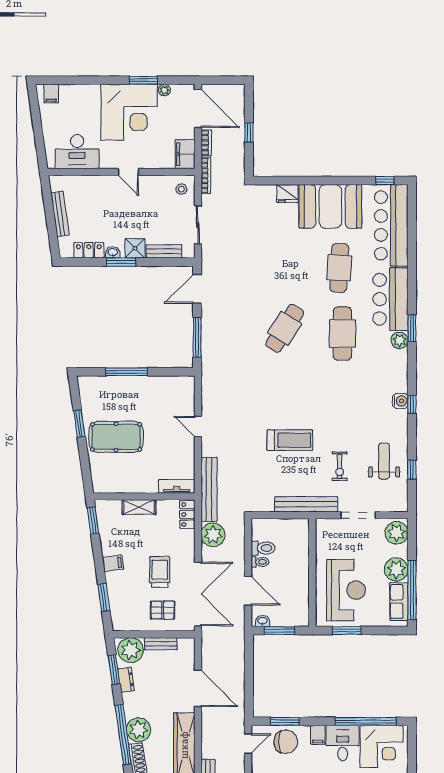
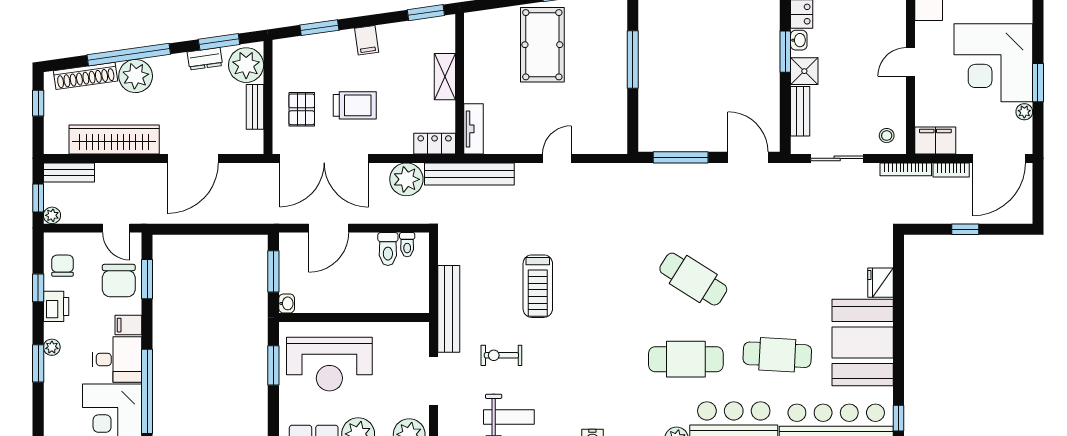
toilet: (260, 562) -> (407, 245), moved
washbasin: (263, 621) -> (287, 303), moved

